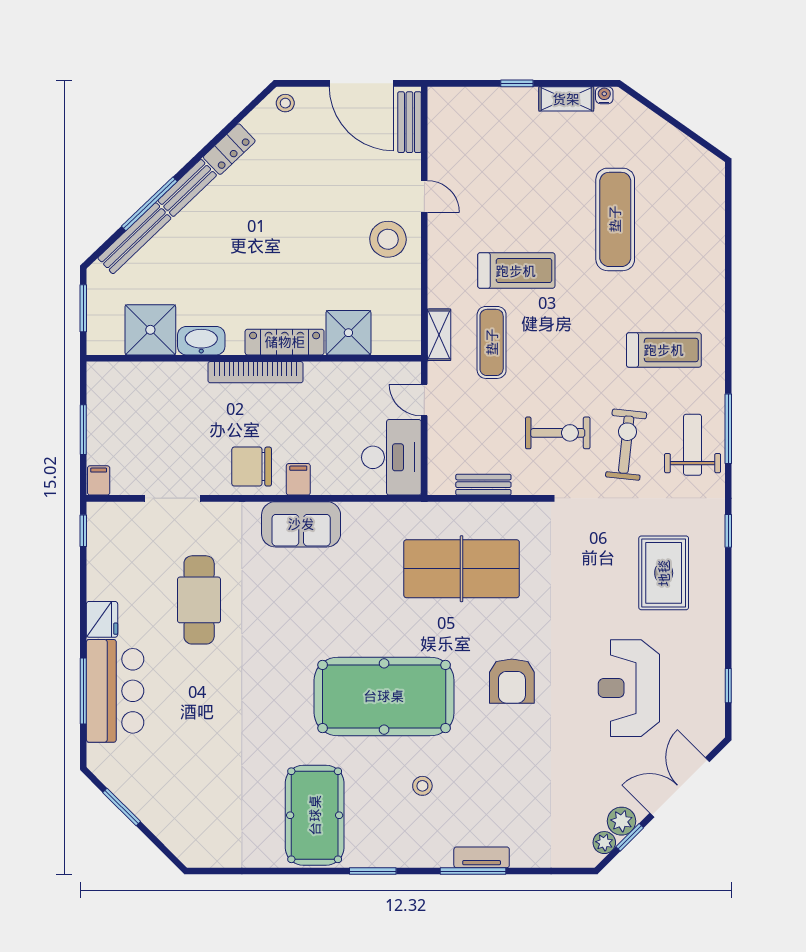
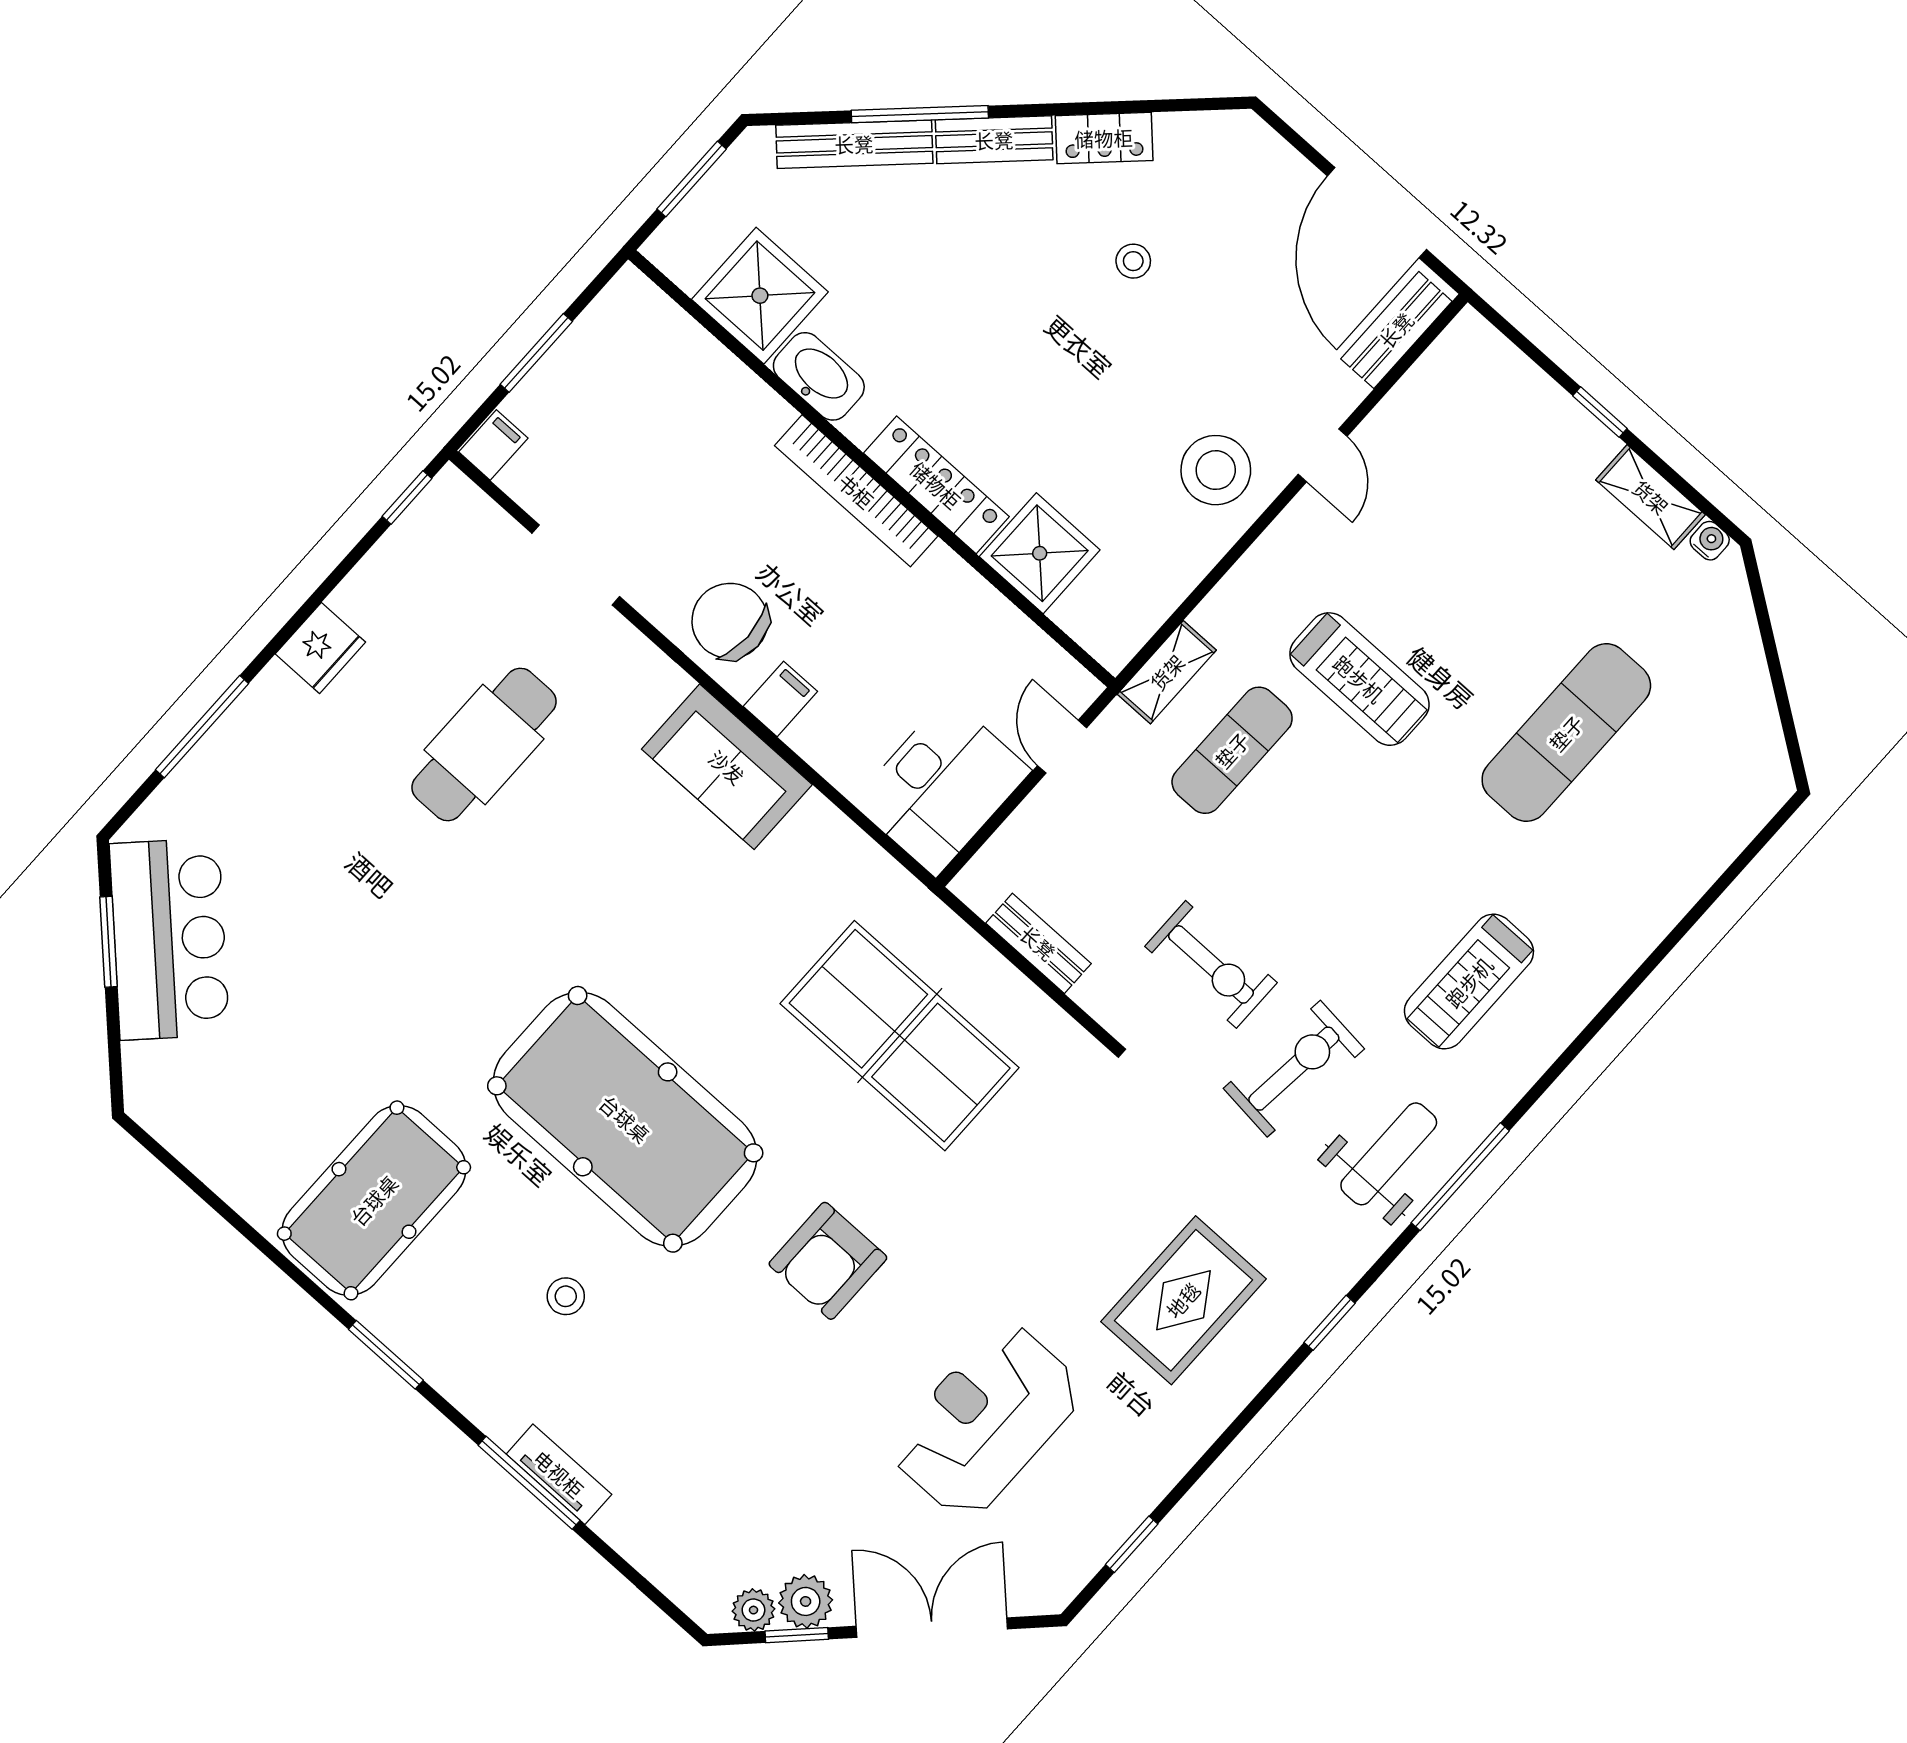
stool: (285, 103) -> (1133, 261), moved
treadmill: (664, 350) -> (1469, 982), turned 90
bar counter: (115, 691) -> (169, 939), moved, turned -45

